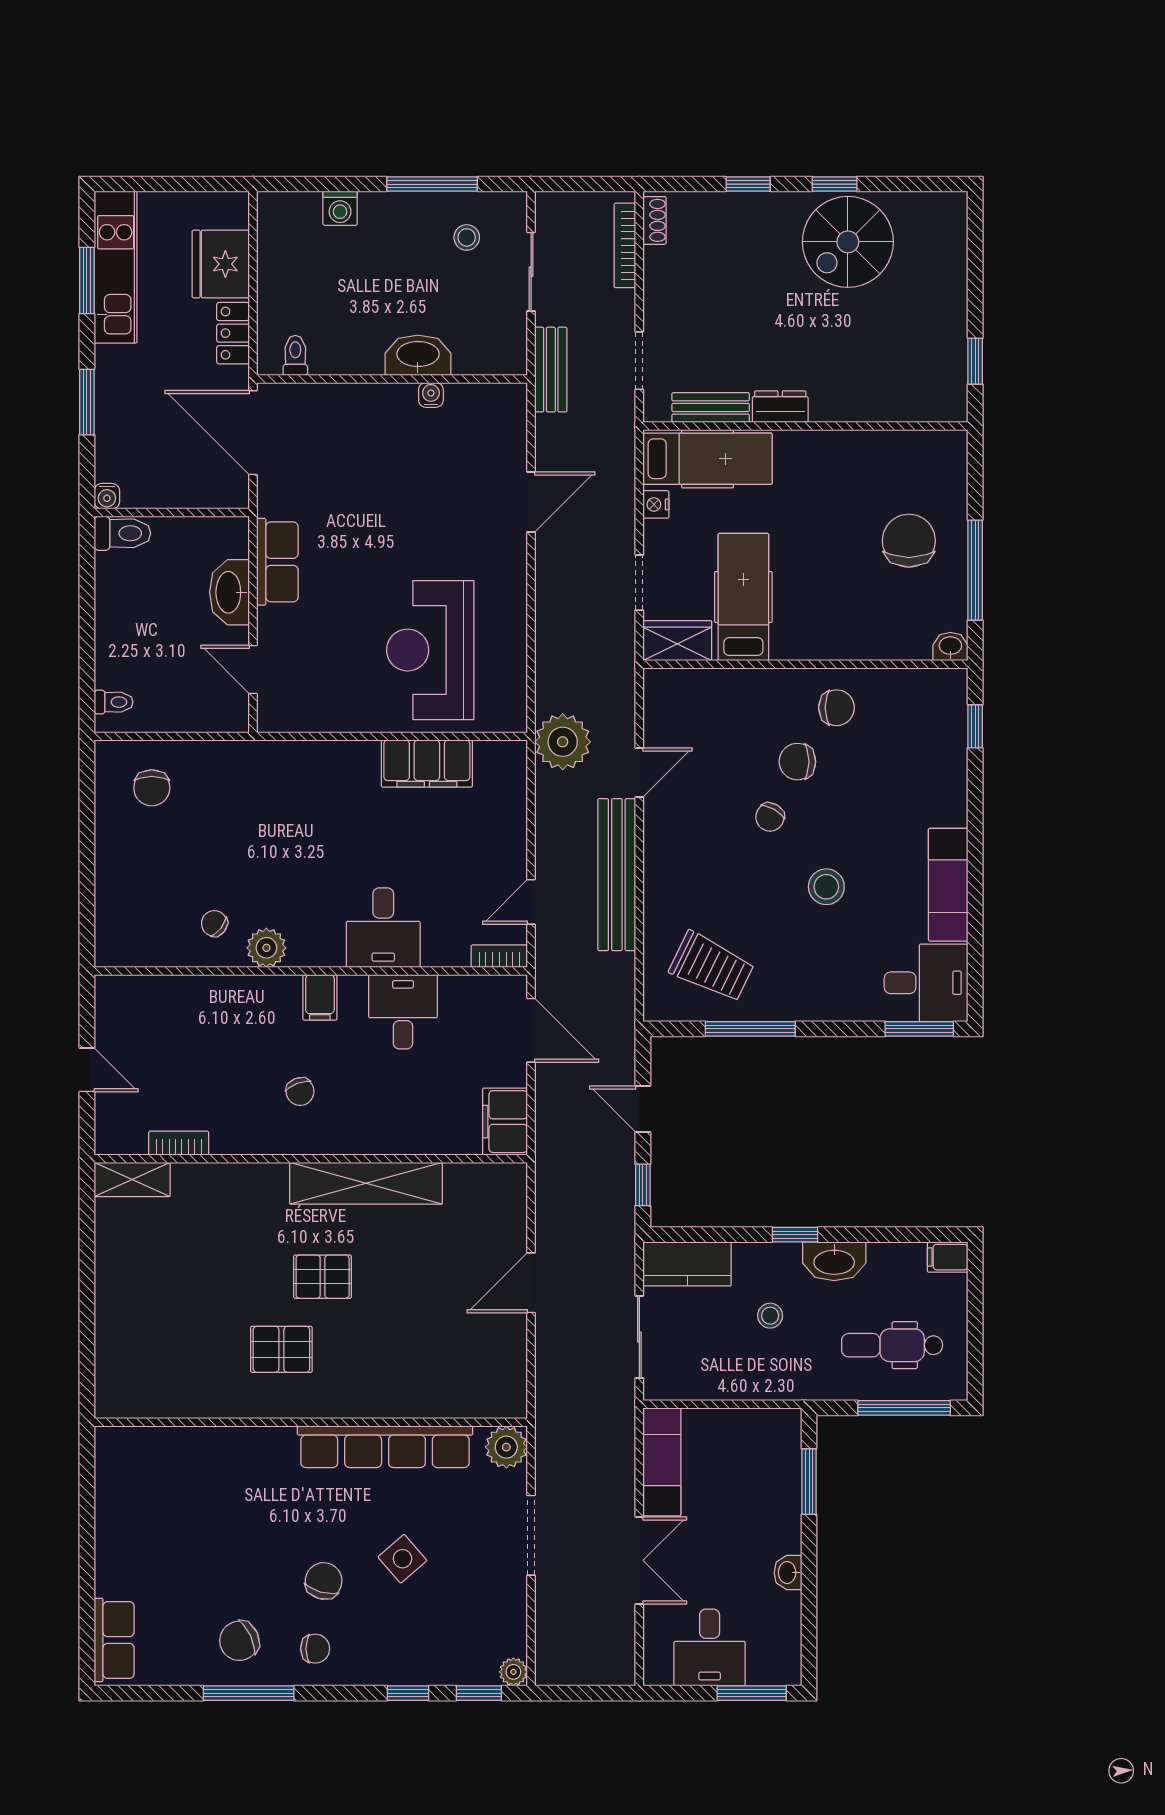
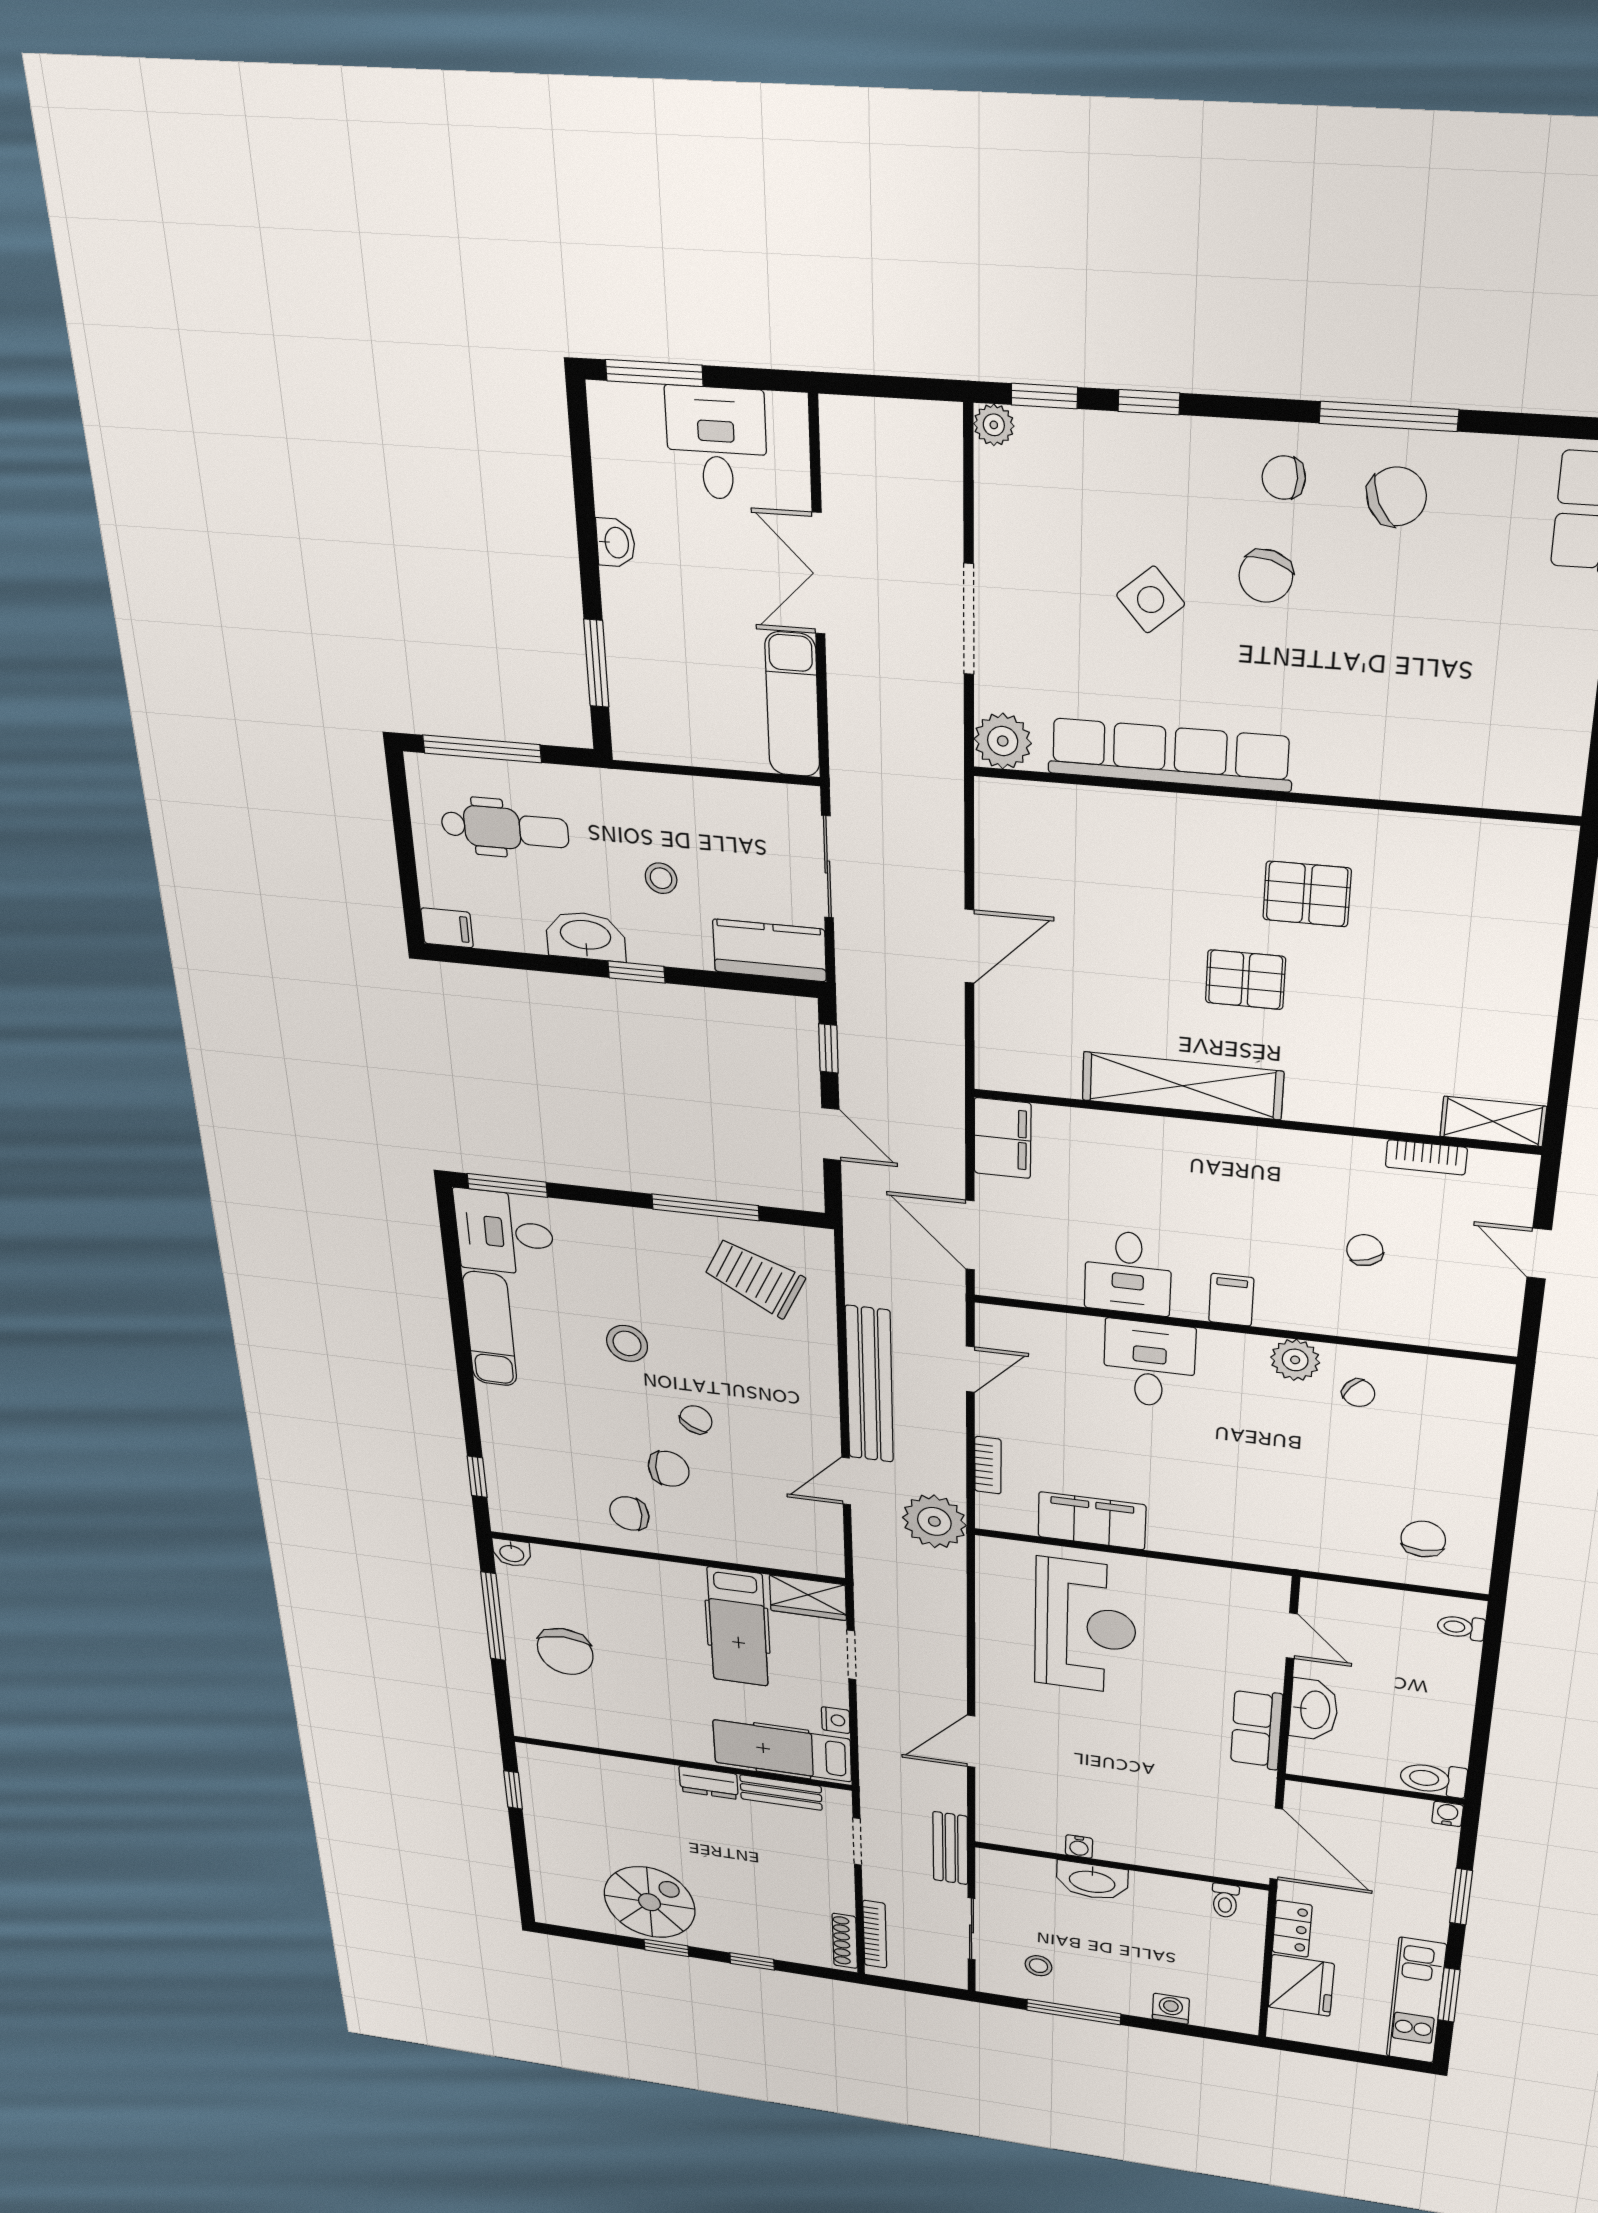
shoe rack: (655, 220) -> (845, 1941), width x1.43
bookcase: (499, 956) -> (988, 1465), moved, turned -90
chair: (300, 1092) -> (1365, 1250), moved

